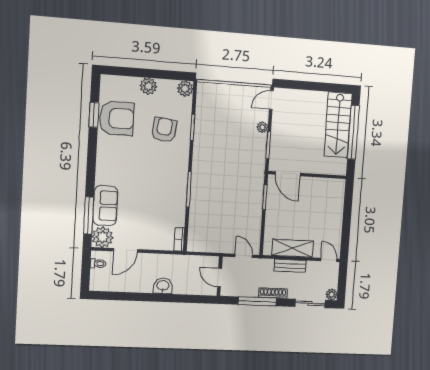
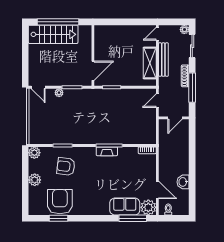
fireplace: (181, 186) -> (107, 151), added
bench: (290, 266) -> (163, 60), width x1.36
washbasin: (163, 286) -> (183, 182), moved

